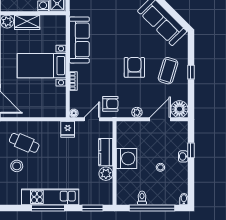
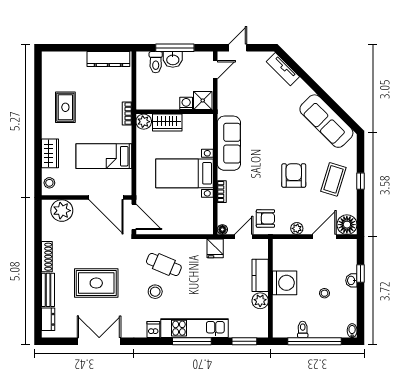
dishwasher: (15, 198) -> (153, 330), added

